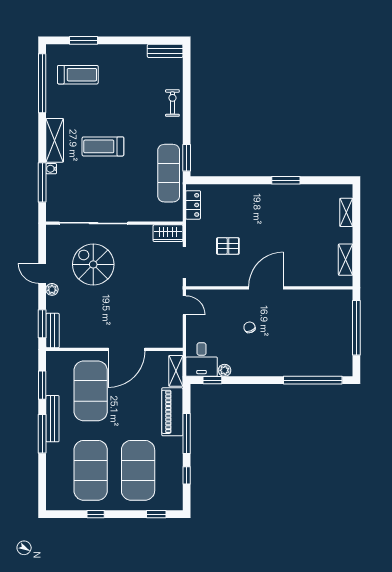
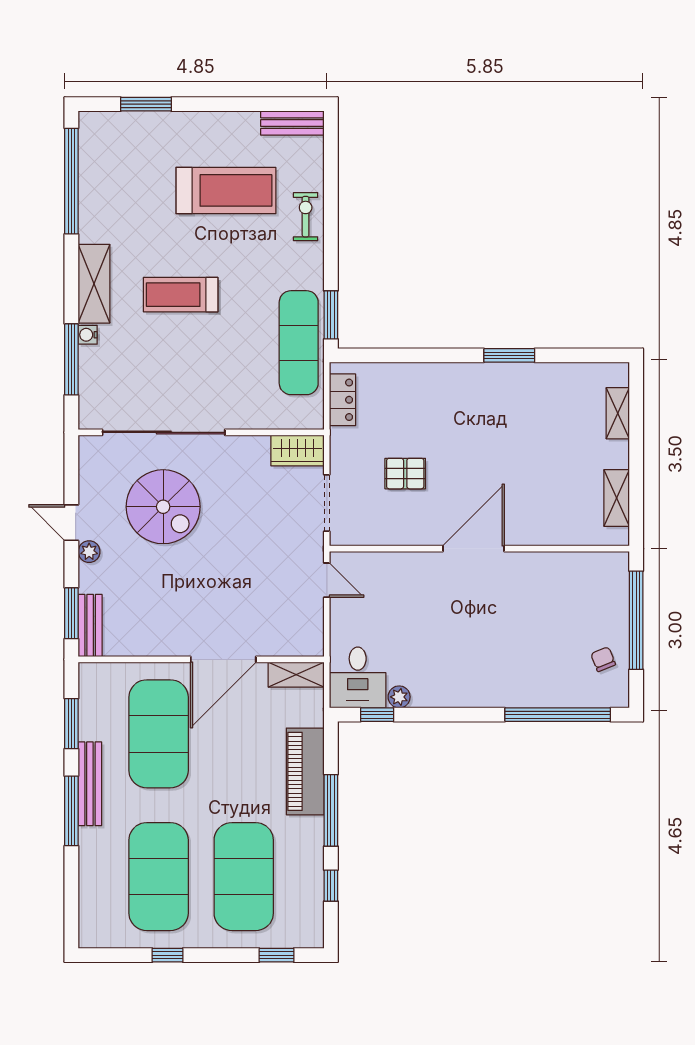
treadmill: (78, 75) -> (226, 190), moved, width x1.37, depth x1.38
spiral stairs: (93, 264) -> (163, 507), turned 180
chair: (250, 327) -> (603, 659), moved
shelving: (176, 371) -> (296, 675), moved, turned 90

